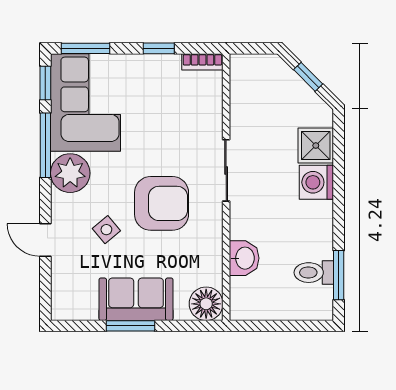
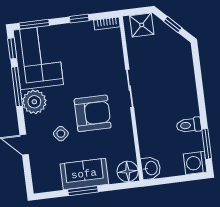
shower: (316, 146) -> (142, 25), moved
washing machine: (316, 182) -> (195, 163), moved
washbasin: (244, 258) -> (151, 168), moved
toilet: (314, 273) -> (189, 125), moved

